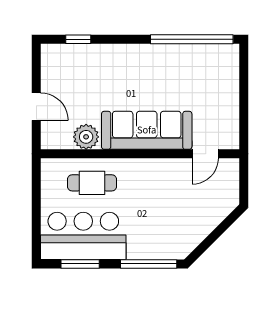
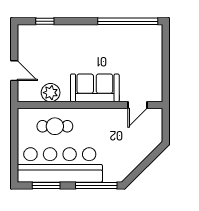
sofa: (147, 130) -> (95, 88), width x0.73
bar counter: (83, 236) -> (60, 165), width x1.36

